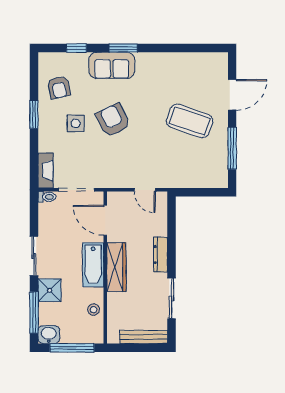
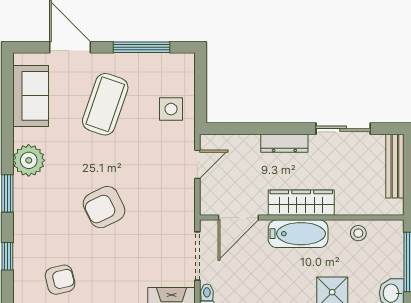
plant: (148, 64) -> (29, 160), added
sofa: (112, 65) -> (31, 96), moved
side table: (76, 123) -> (171, 109), moved

